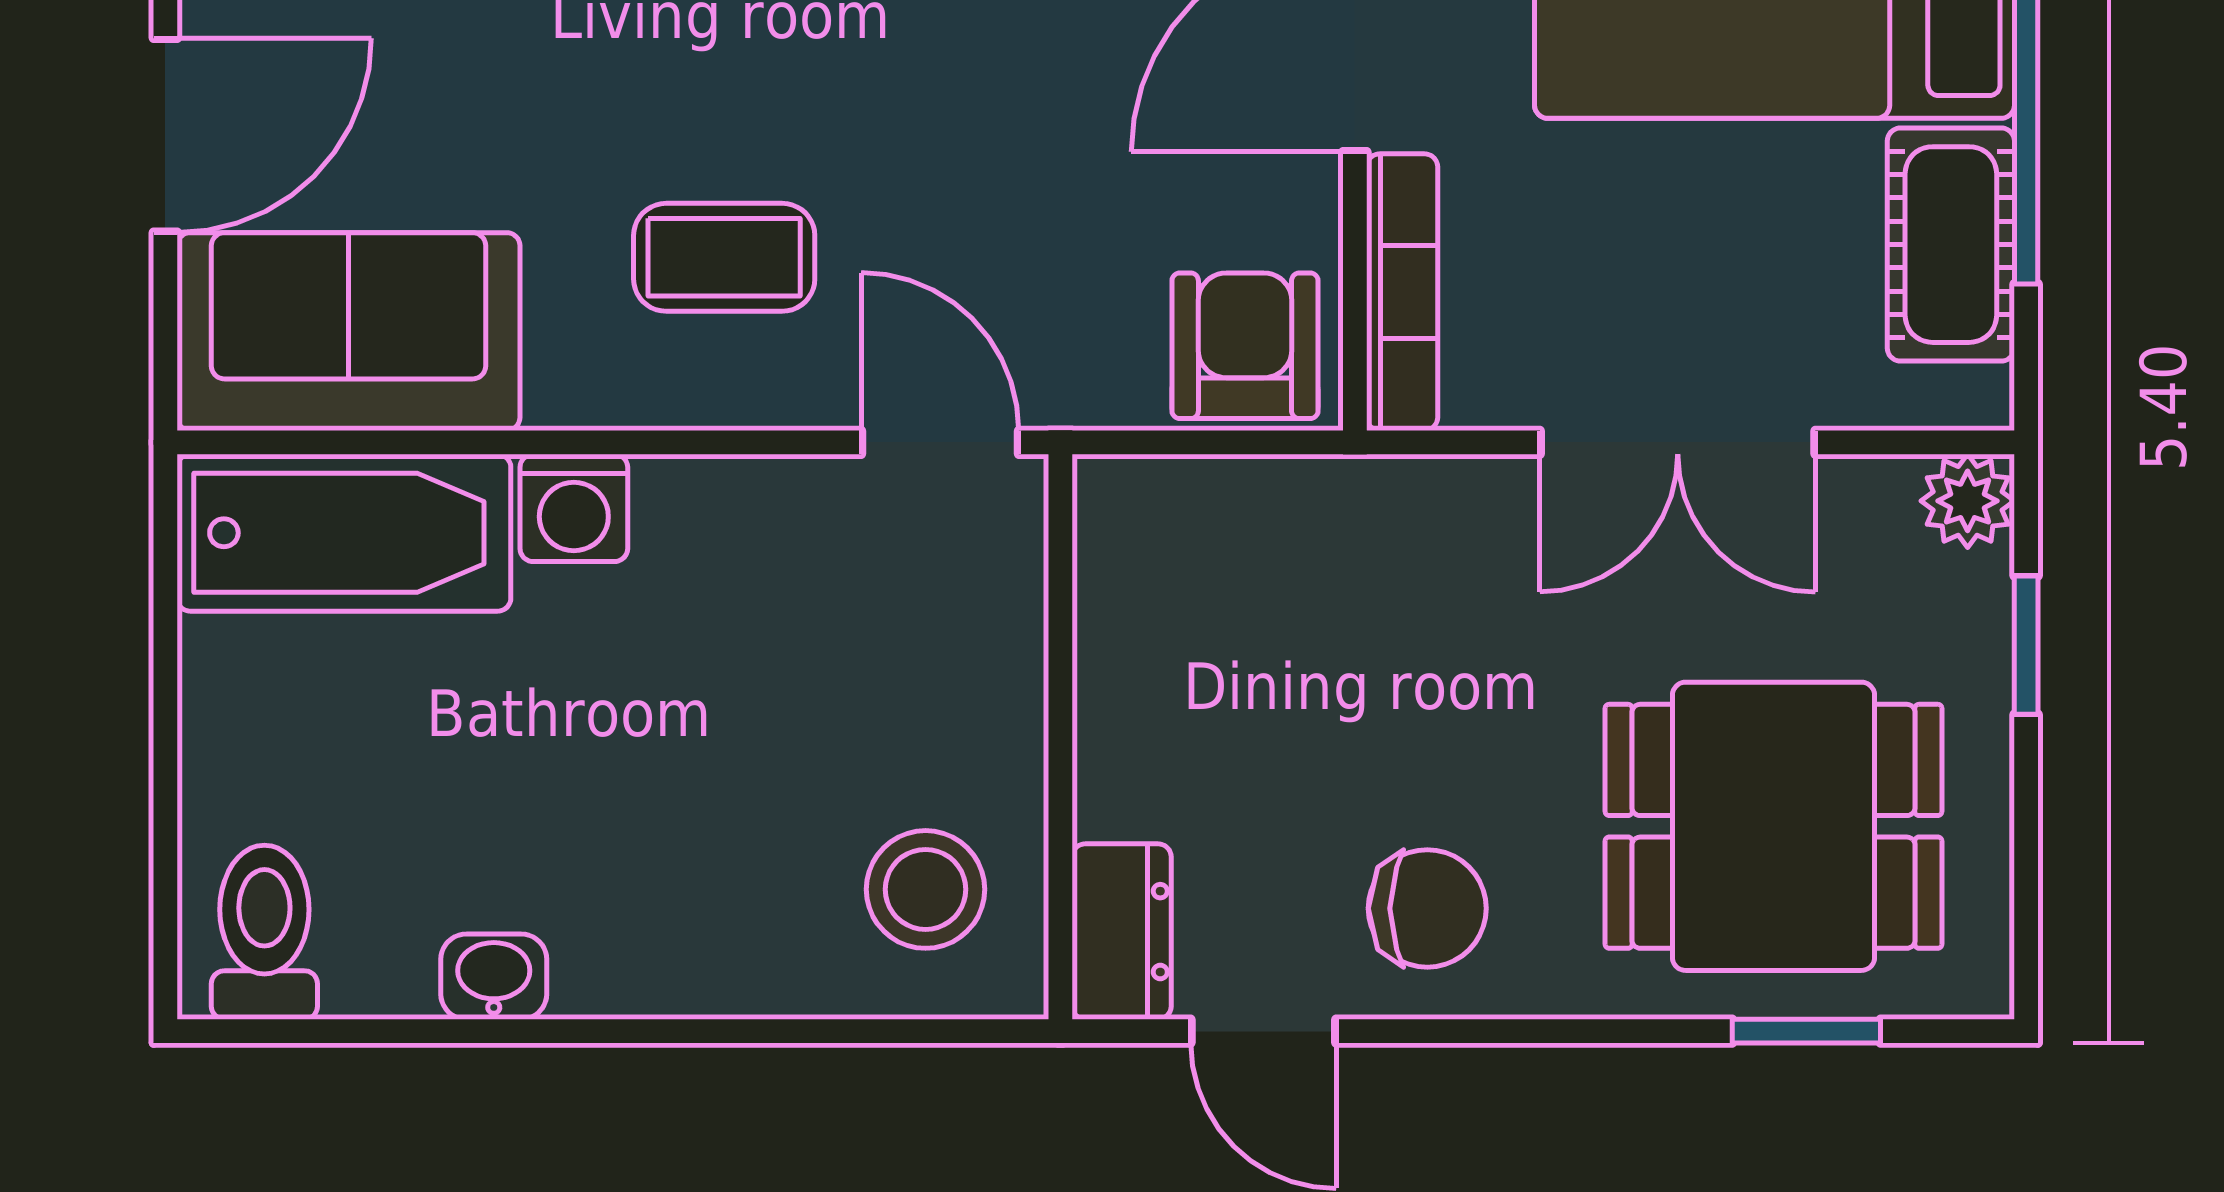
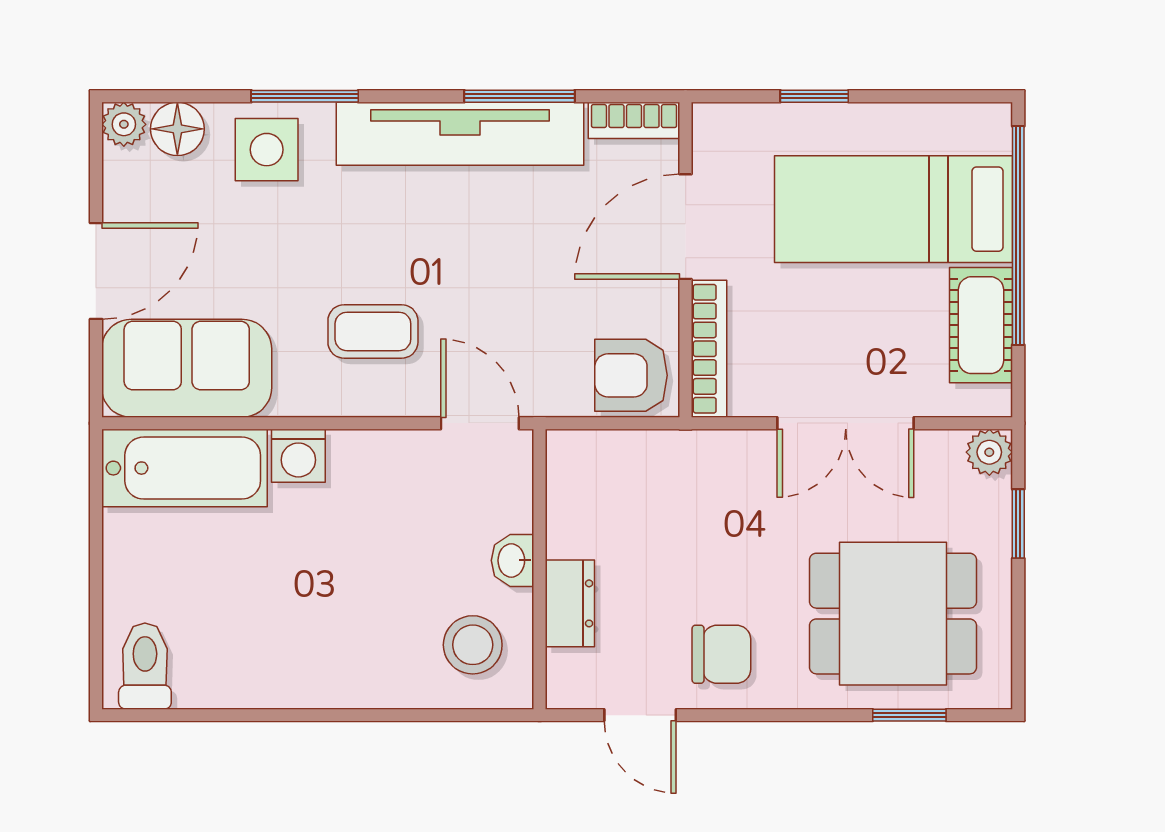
armchair: (1245, 346) -> (631, 375), turned -90
dresser: (1122, 932) -> (570, 603), moved
washbasin: (494, 977) -> (513, 560), moved, turned -90

